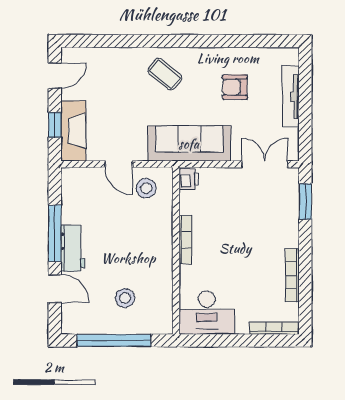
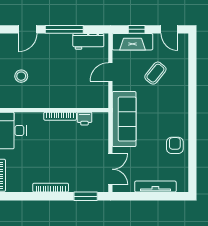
coffee table: (165, 74) -> (155, 73), moved
armchair: (235, 87) -> (175, 145), moved
printer: (189, 179) -> (84, 119), moved
stool: (146, 188) -> (94, 90), removed
workbench: (73, 248) -> (88, 41), moved
bookcase: (292, 275) -> (51, 188), moved

